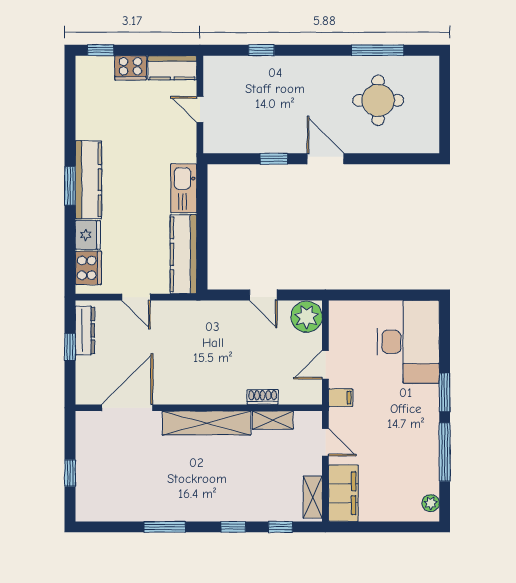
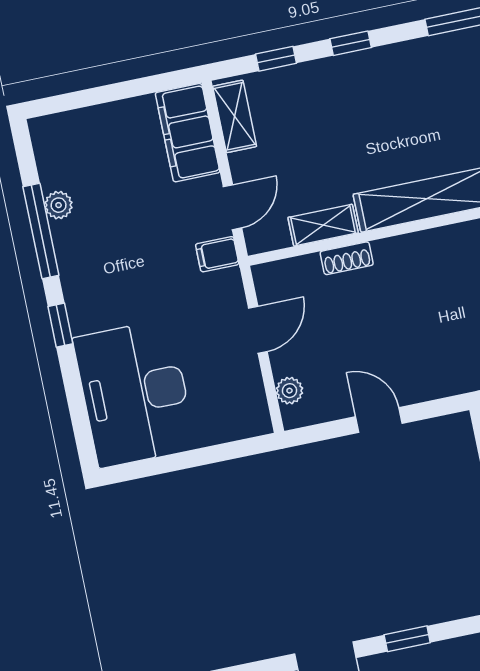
plant: (307, 317) -> (289, 391), width x0.53, depth x0.53
window: (445, 392) -> (60, 325), width x0.67
filing cabinet: (341, 398) -> (217, 254), moved
door: (325, 442) -> (233, 207), swing flipped
plant: (431, 503) -> (59, 205), moved

